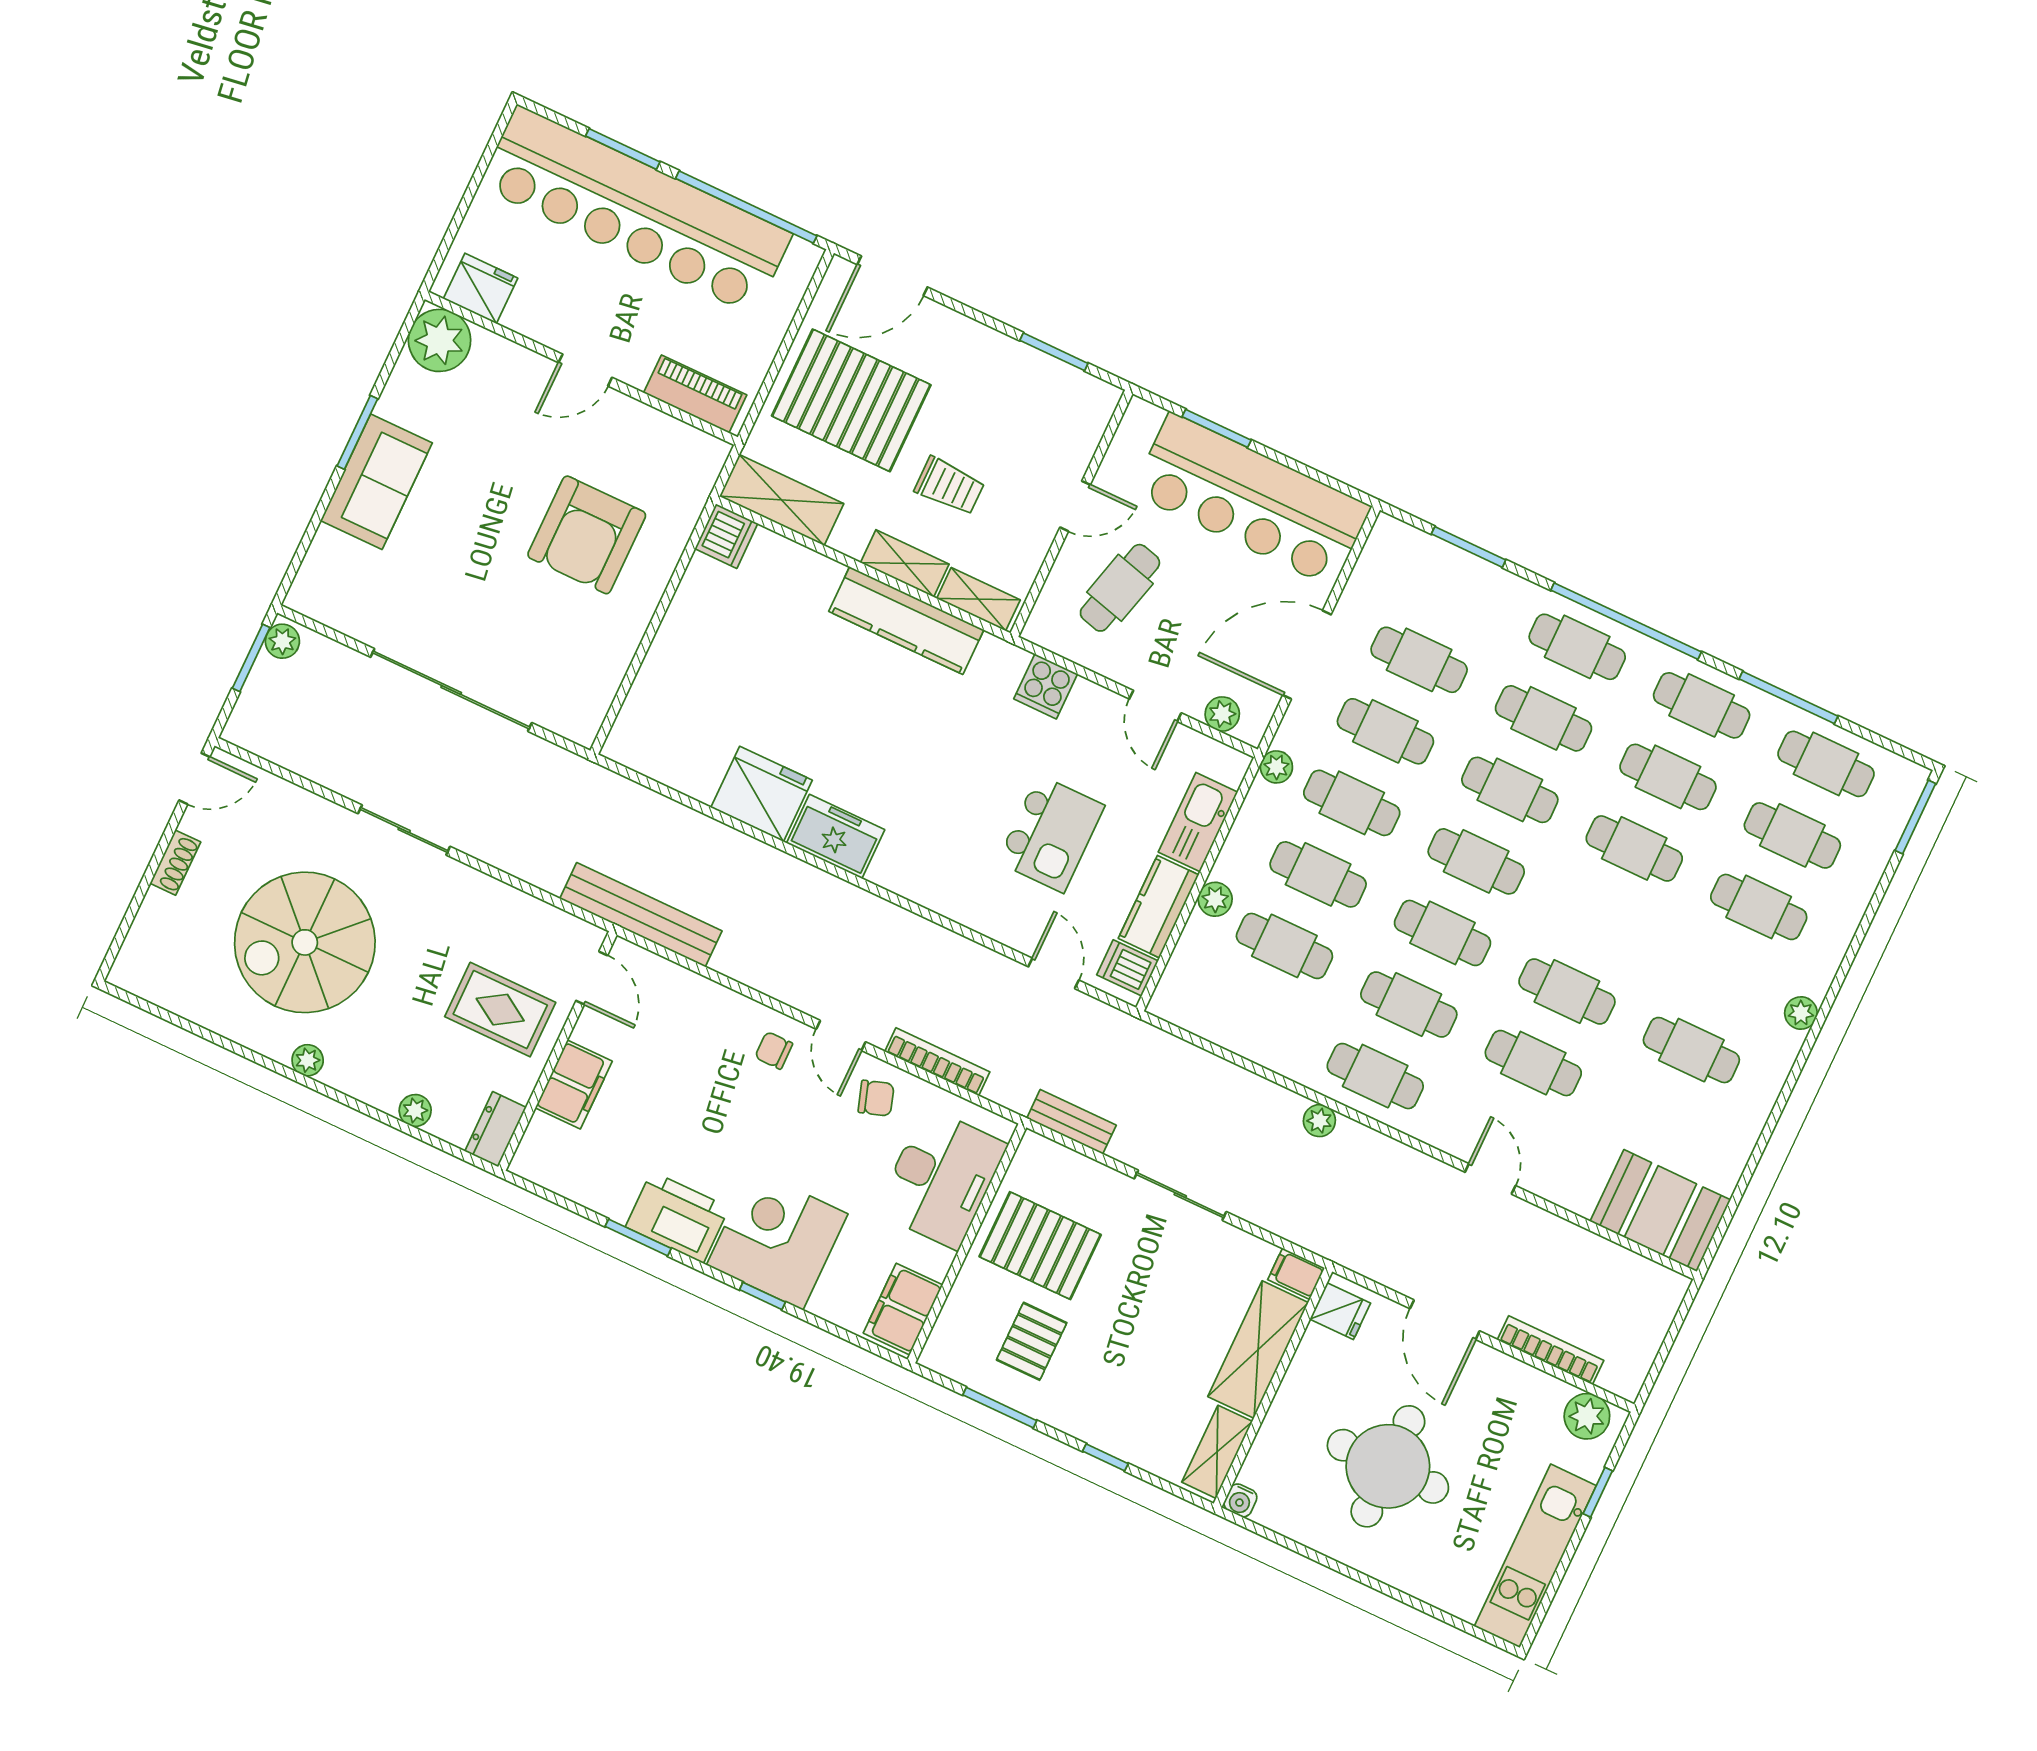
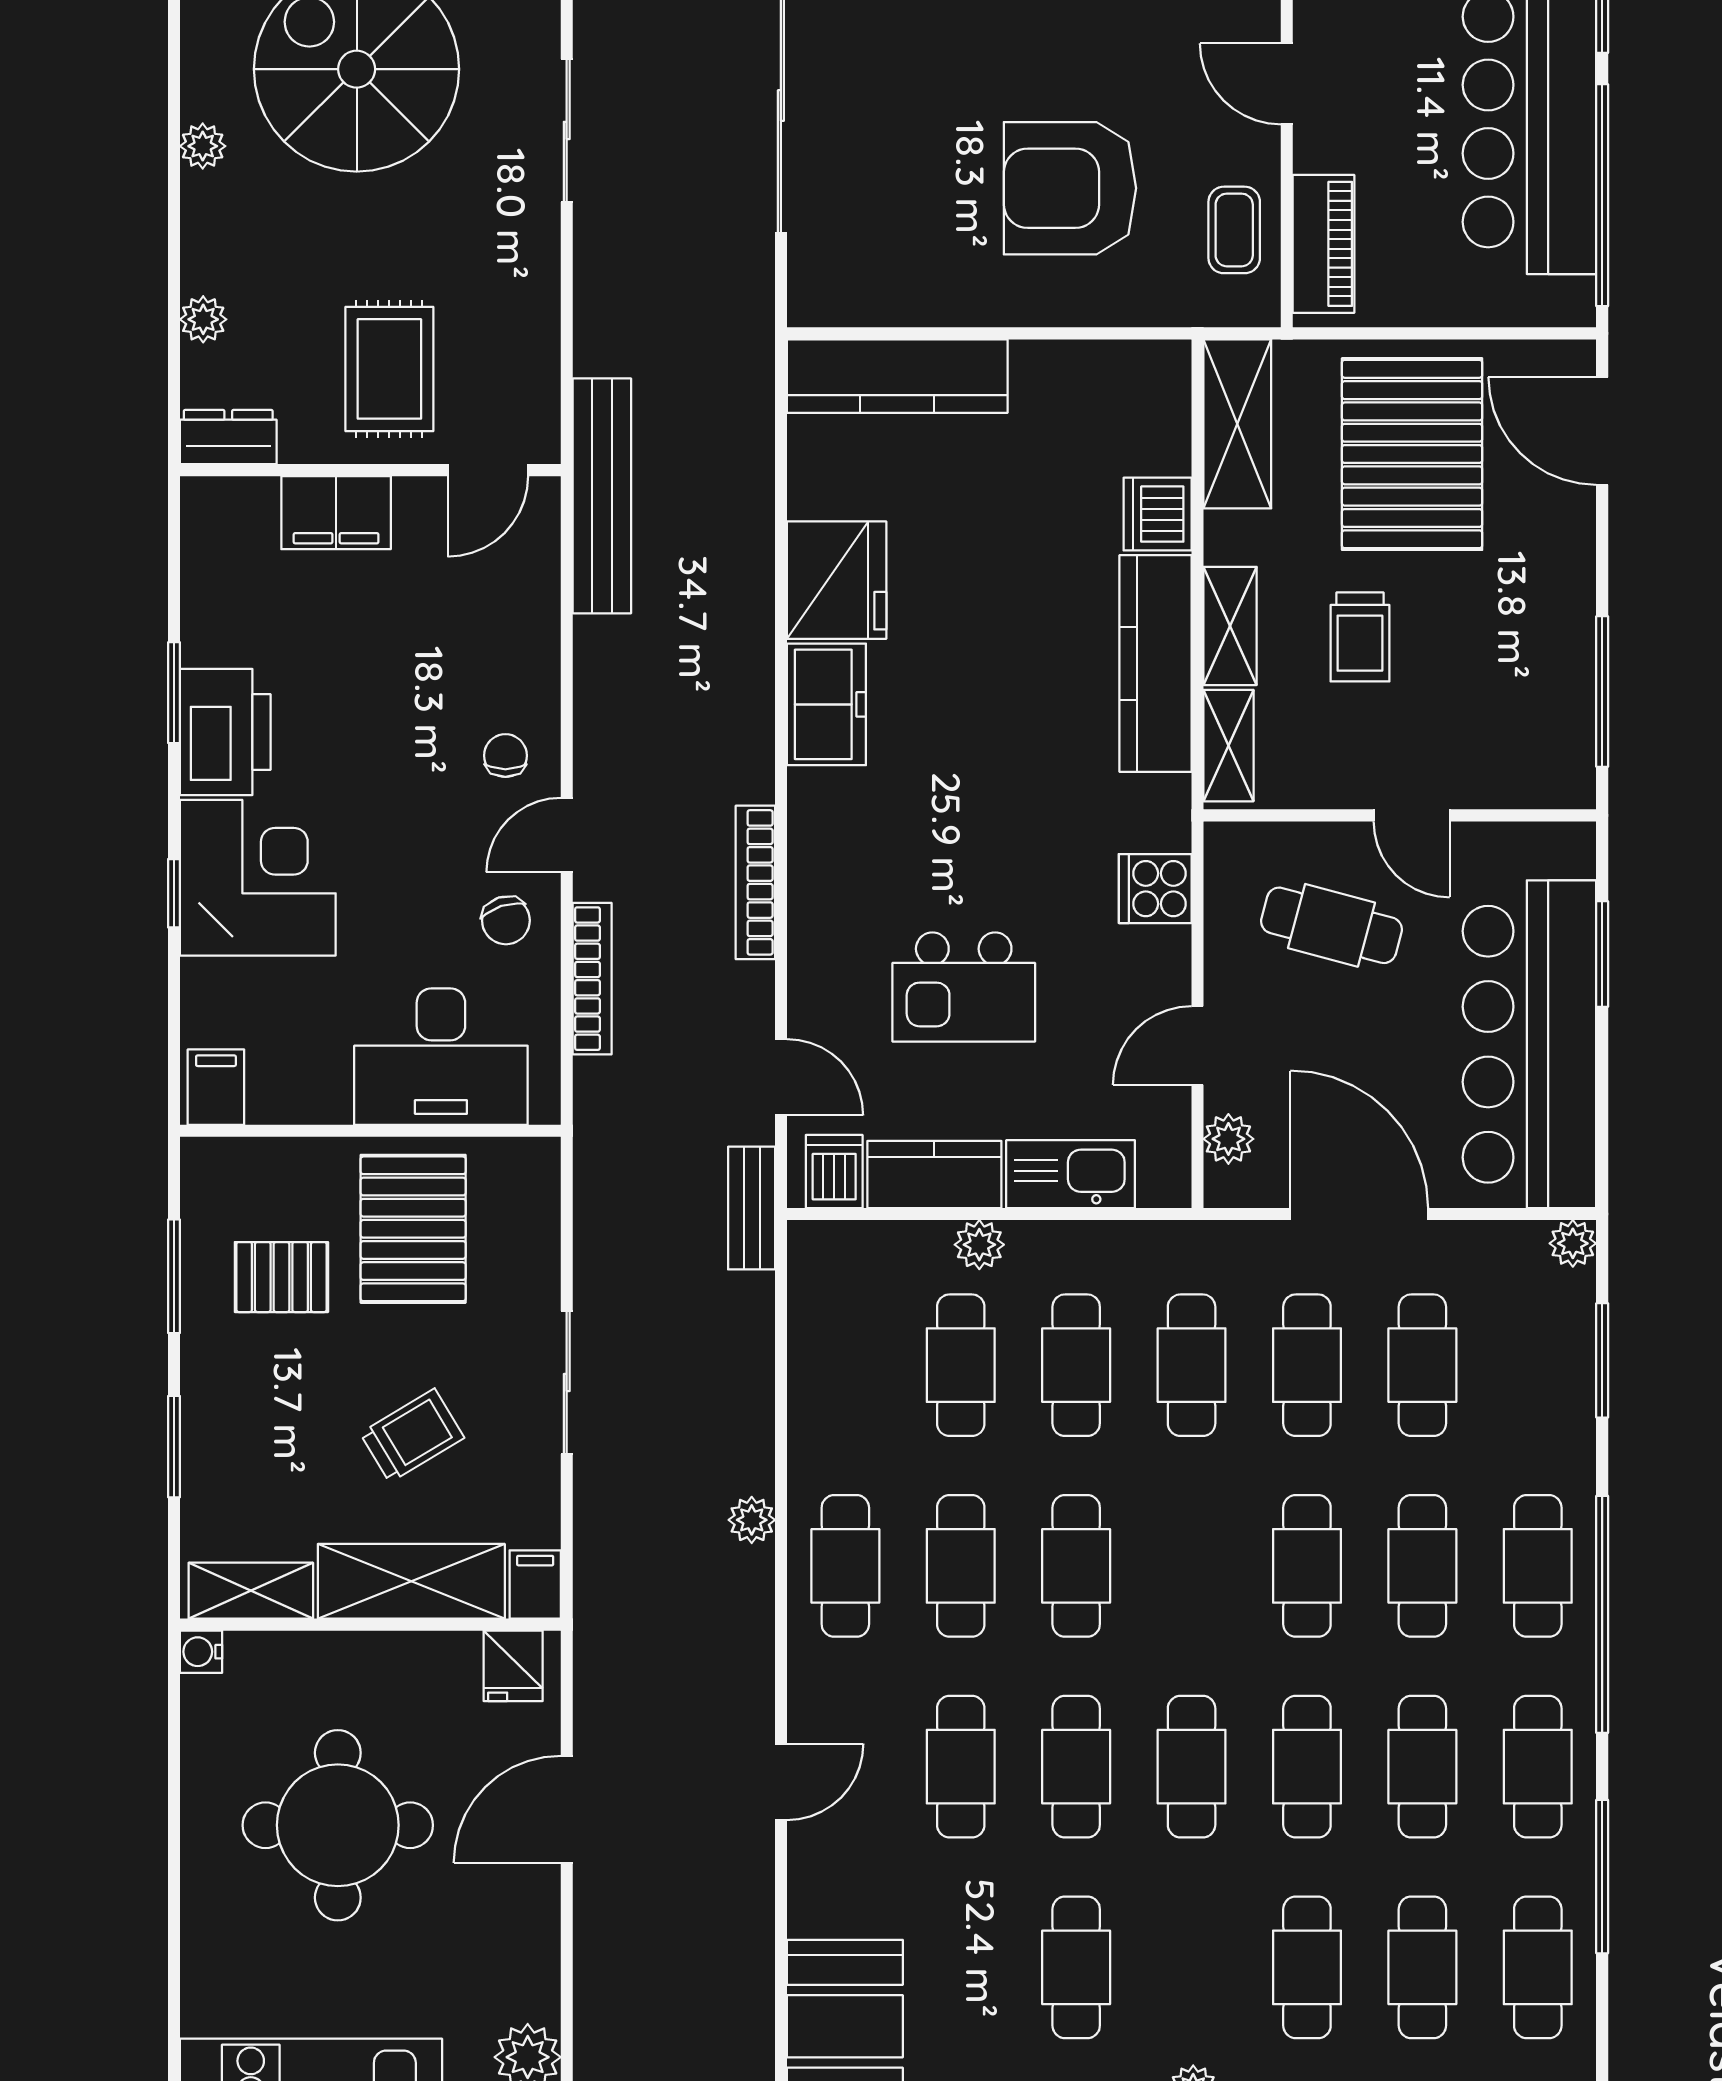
window: (1054, 352) -> (1602, 692), width x1.44
coffee table: (660, 445) -> (1234, 230), added
dishwasher: (726, 536) -> (1158, 514), moved, turned 90
kitchen counter: (653, 697) -> (897, 376), added
plant: (1276, 767) -> (1573, 1243), moved
cafe table: (1476, 861) -> (1192, 1767), moved
door: (1054, 973) -> (781, 1077), hinge flipped
bench: (1071, 1122) -> (752, 1208), moved
trolley: (1168, 1307) -> (412, 1436), added
filing cabinet: (903, 1309) -> (216, 1087), width x0.50
bookcase: (1551, 1350) -> (755, 882), moved, turned 180
window: (1105, 1457) -> (174, 1447), width x1.50

